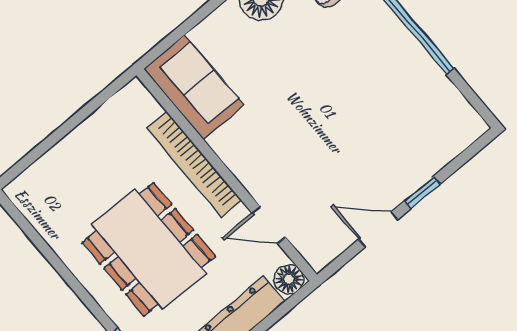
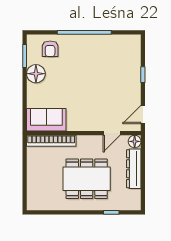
bookcase: (194, 164) -> (51, 141), moved
door: (378, 229) -> (143, 114), moved

